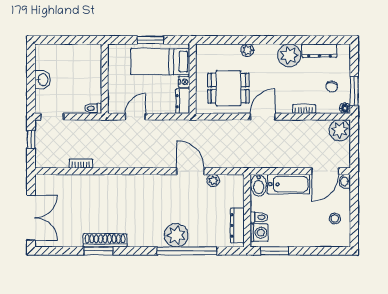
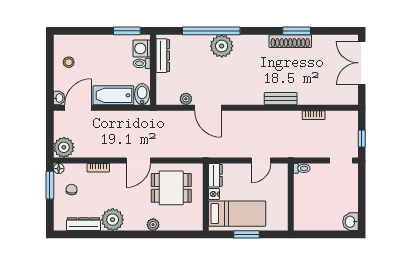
washbasin: (43, 80) -> (350, 222), moved
bench: (115, 181) -> (281, 99), added

